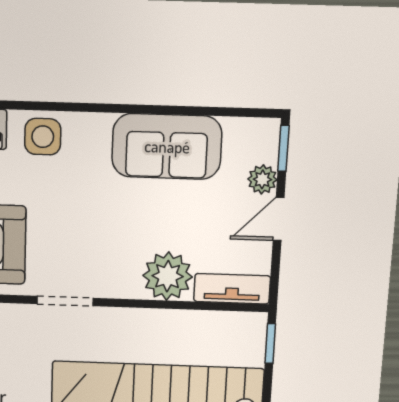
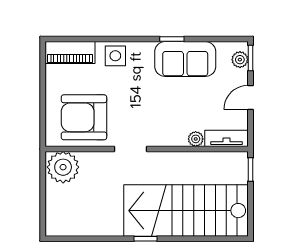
window: (144, 109) -> (172, 39), added
plant: (262, 179) -> (240, 60), moved
plant: (168, 276) -> (196, 139), width x0.53, depth x0.53

